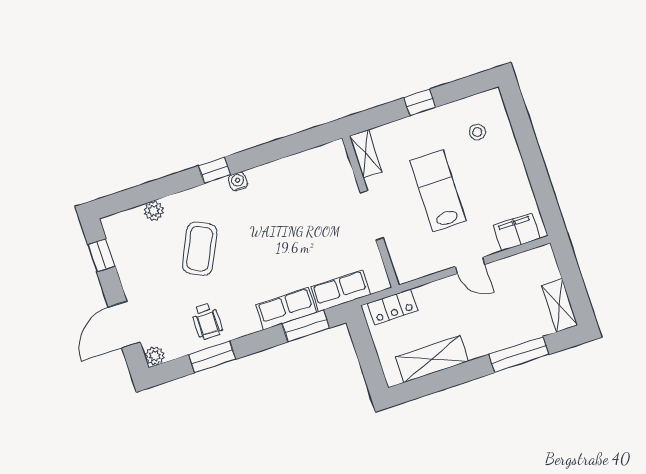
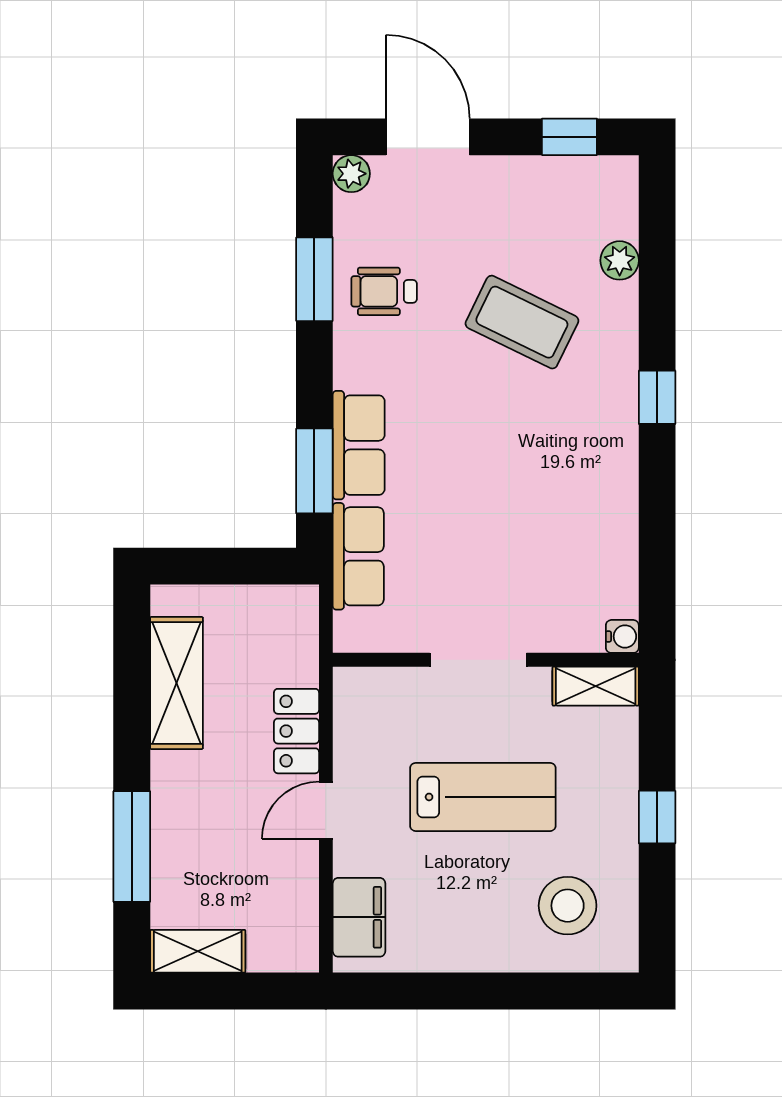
stool: (477, 132) -> (568, 906), width x1.89, depth x1.89
water cooler: (238, 181) -> (622, 636), moved
locker: (393, 307) -> (296, 731), moved

